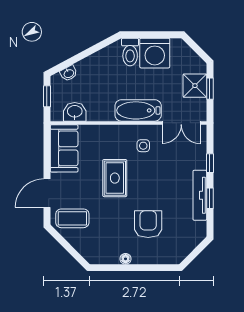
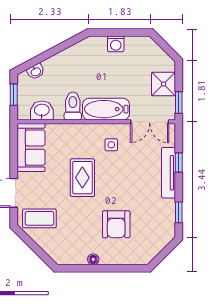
toilet: (130, 52) -> (73, 106), moved, turned 180
washing machine: (155, 53) -> (116, 44), width x0.53, depth x0.53
window: (210, 89) -> (179, 102), moved
tv unit: (200, 195) -> (169, 173), moved
window: (210, 198) -> (179, 212), moved
armchair: (148, 224) -> (116, 224), turned 180

